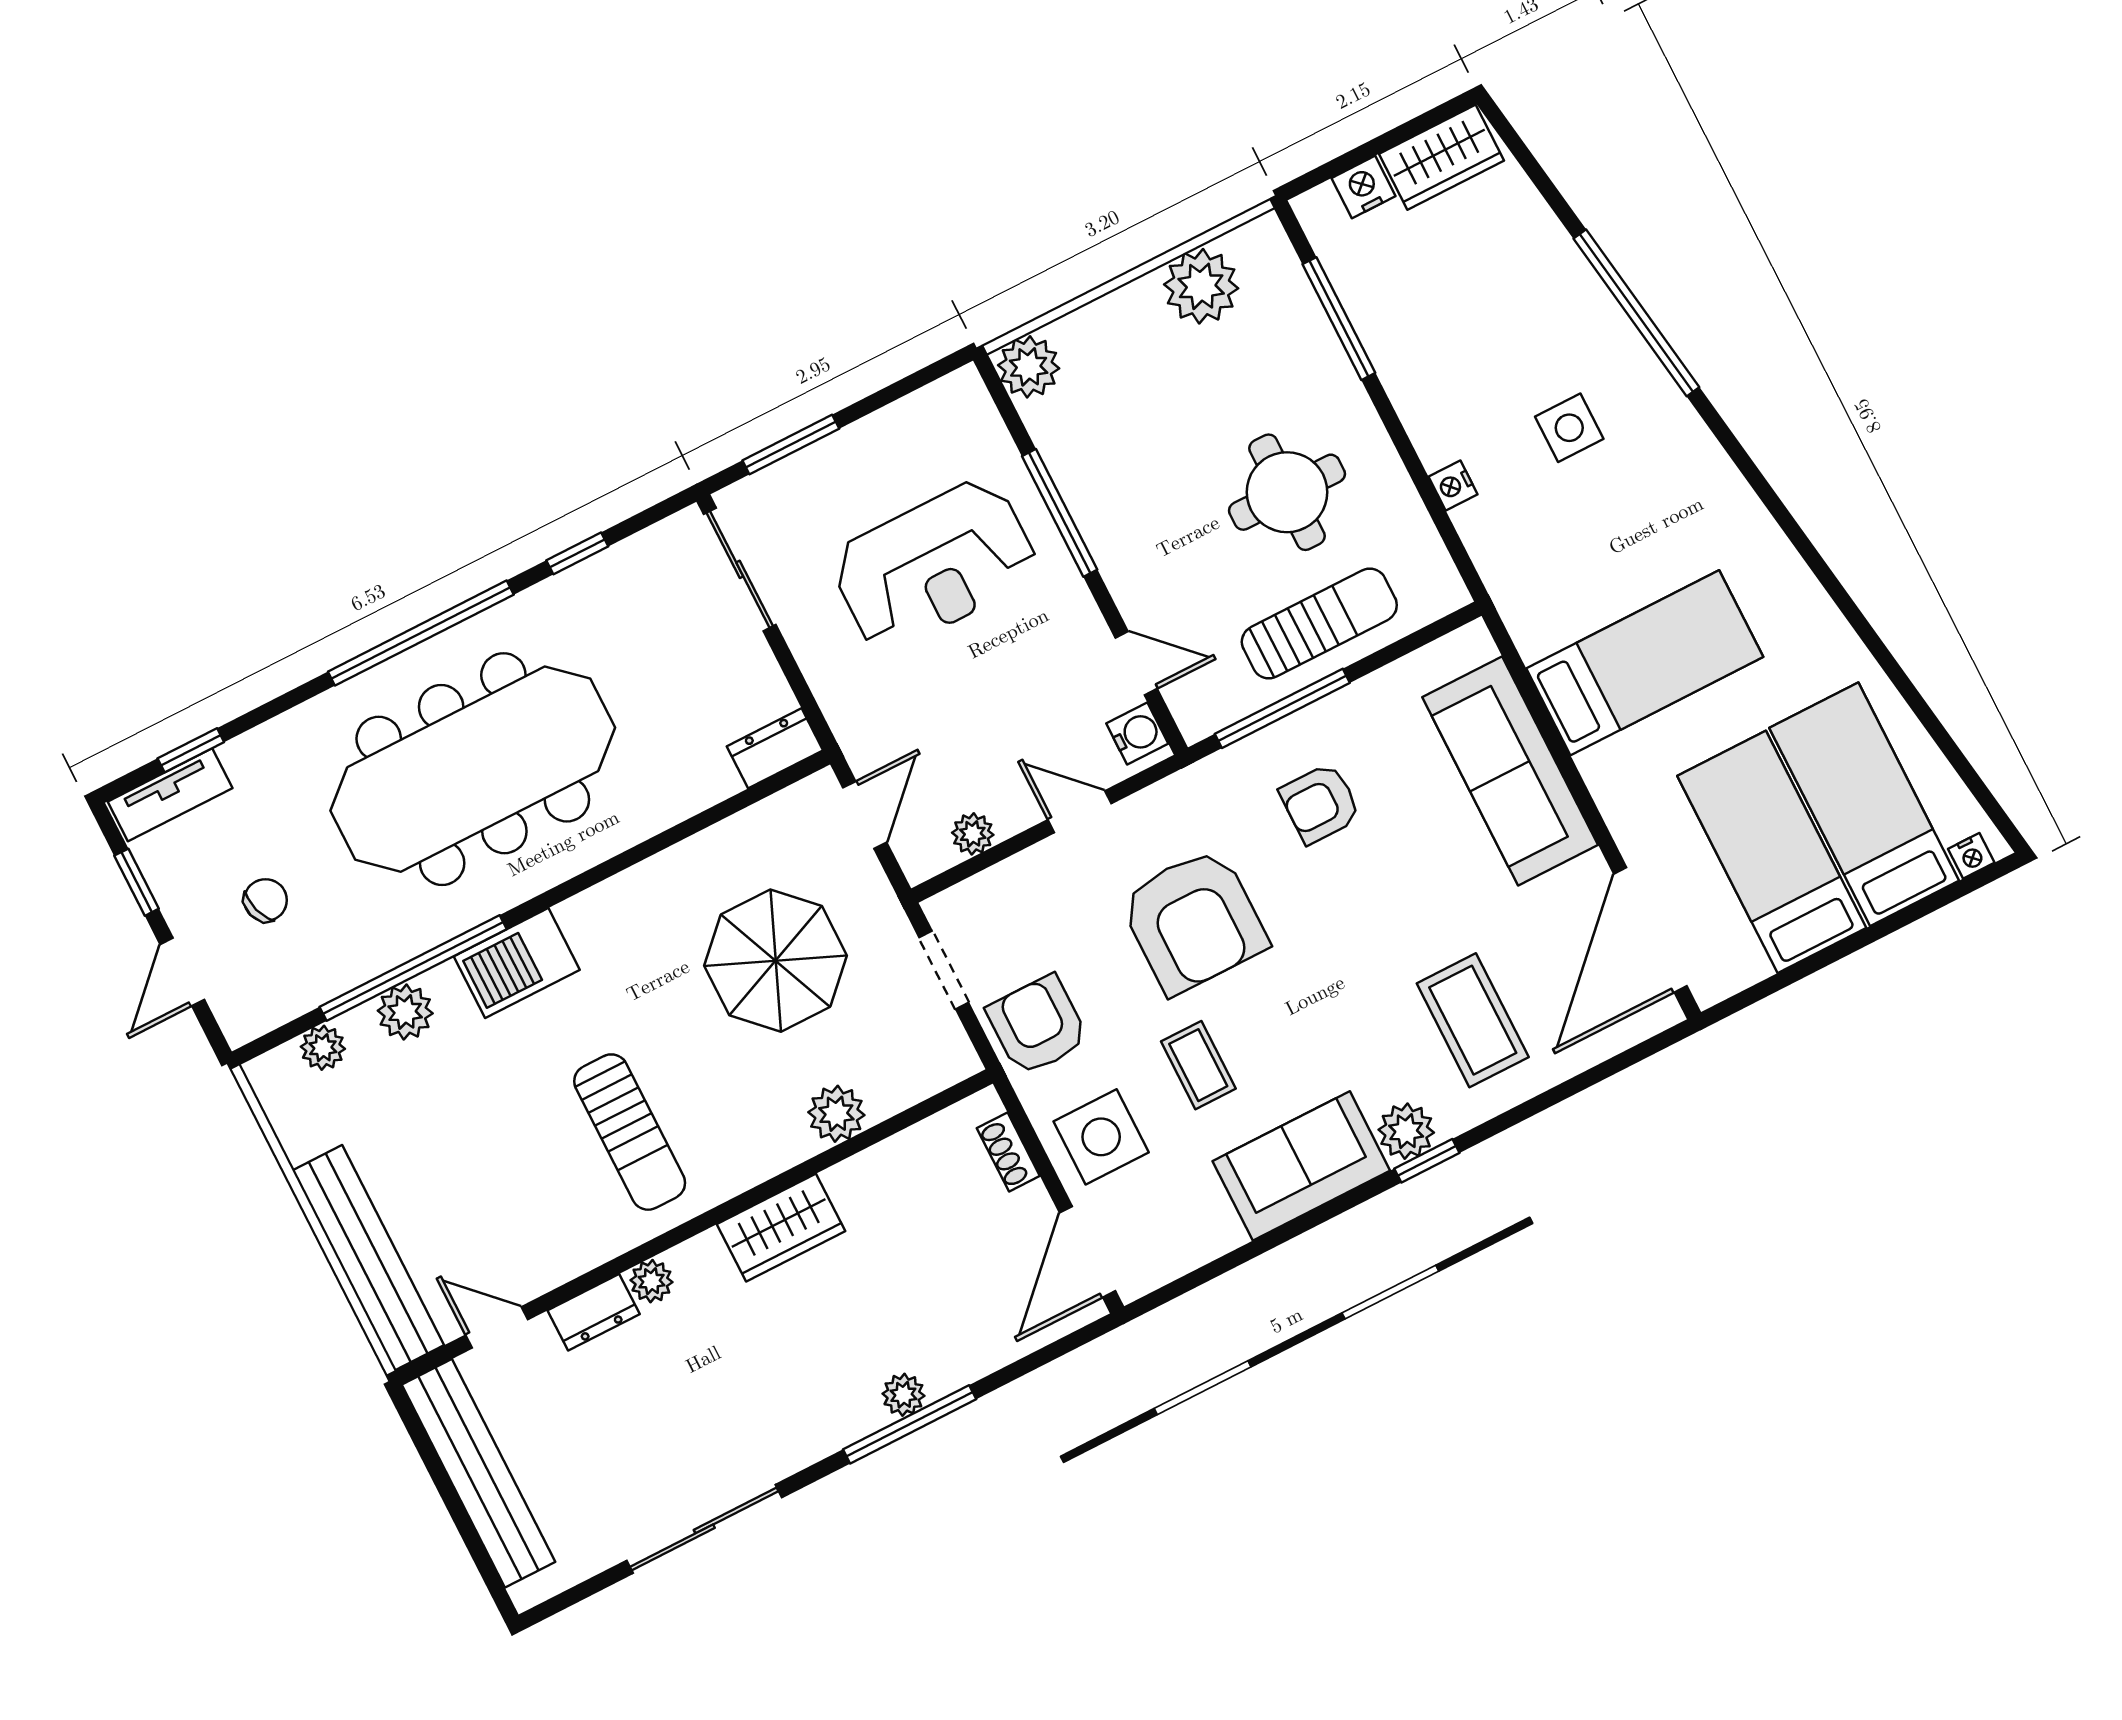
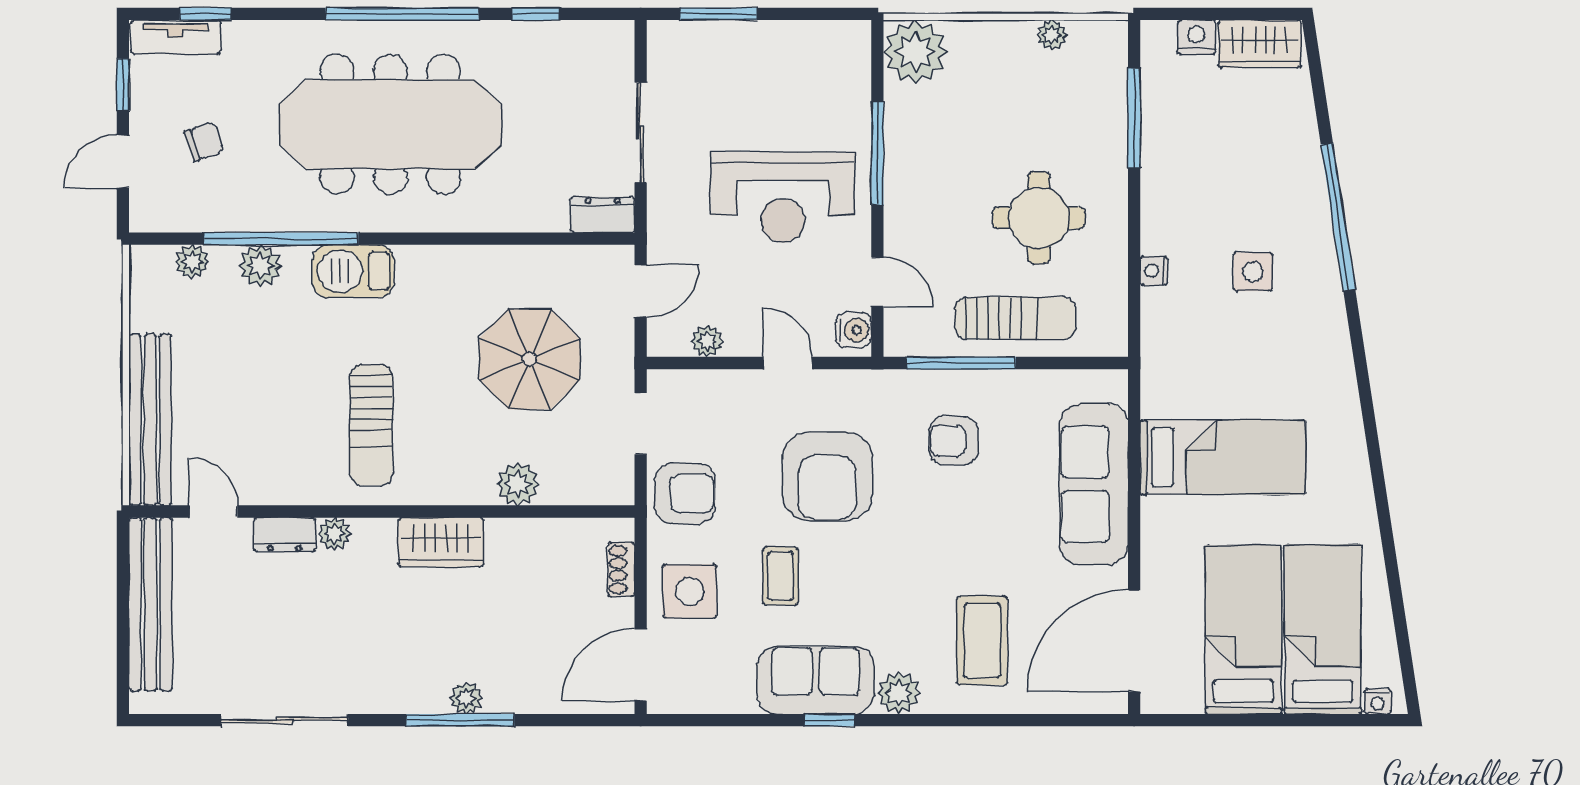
plant: (1201, 286) -> (1052, 35), width x0.53, depth x0.53
plant: (1029, 367) -> (915, 52), width x1.36, depth x1.36
reception desk: (934, 565) -> (783, 197), moved
sliding door: (740, 569) -> (641, 133), moved
armchair: (1037, 1025) -> (685, 494), turned 90
window: (1427, 1161) -> (829, 720), moved

